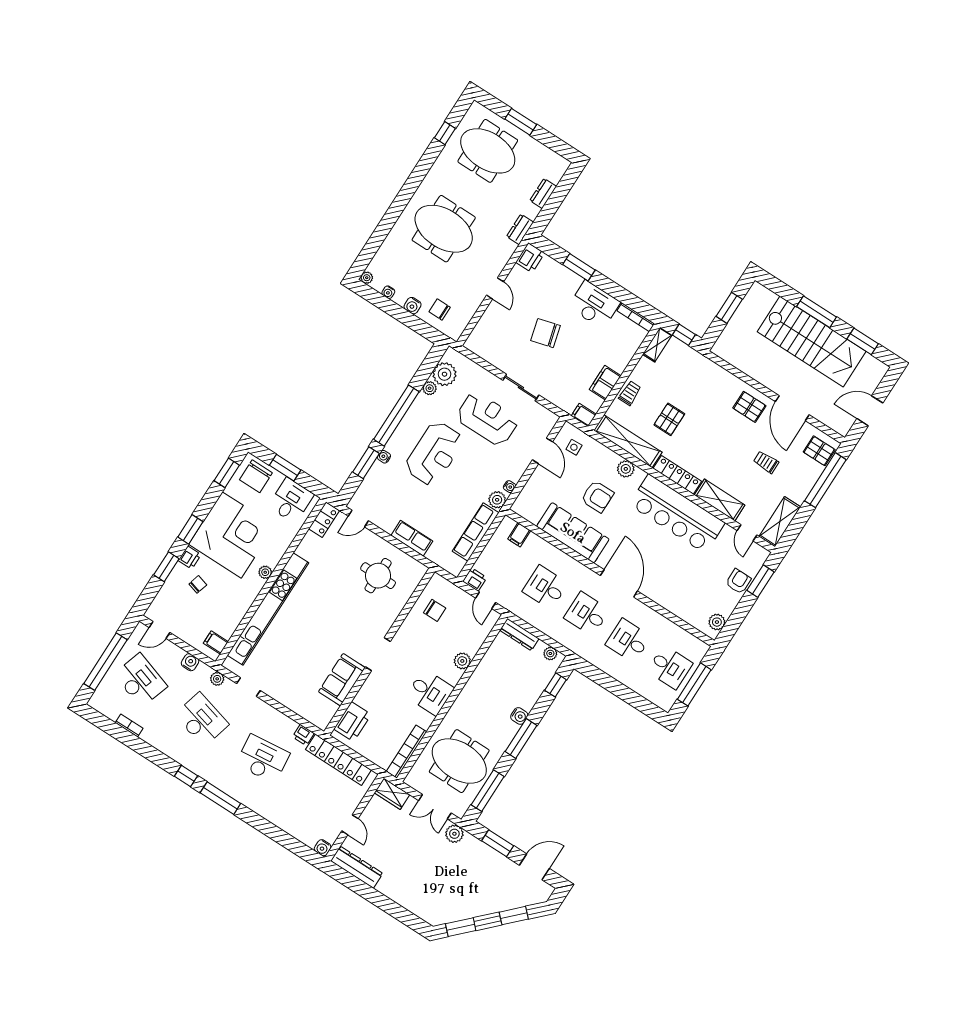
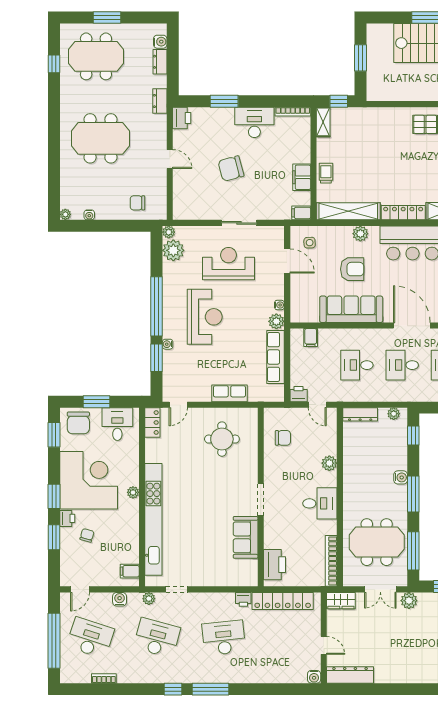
water cooler: (413, 306) -> (160, 42), moved, turned -90
plant: (430, 388) -> (169, 232), moved
pallet: (669, 419) -> (369, 174), removed

